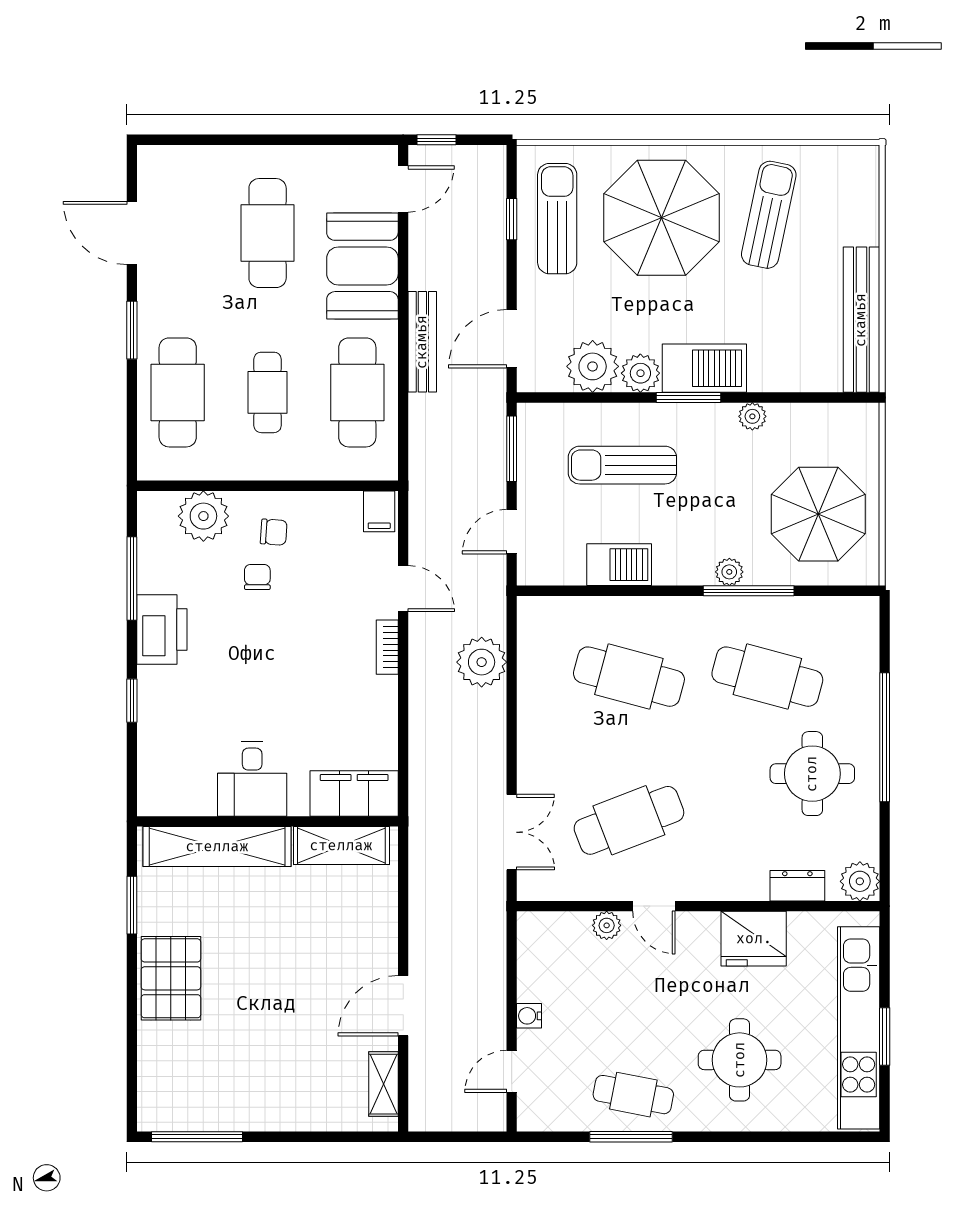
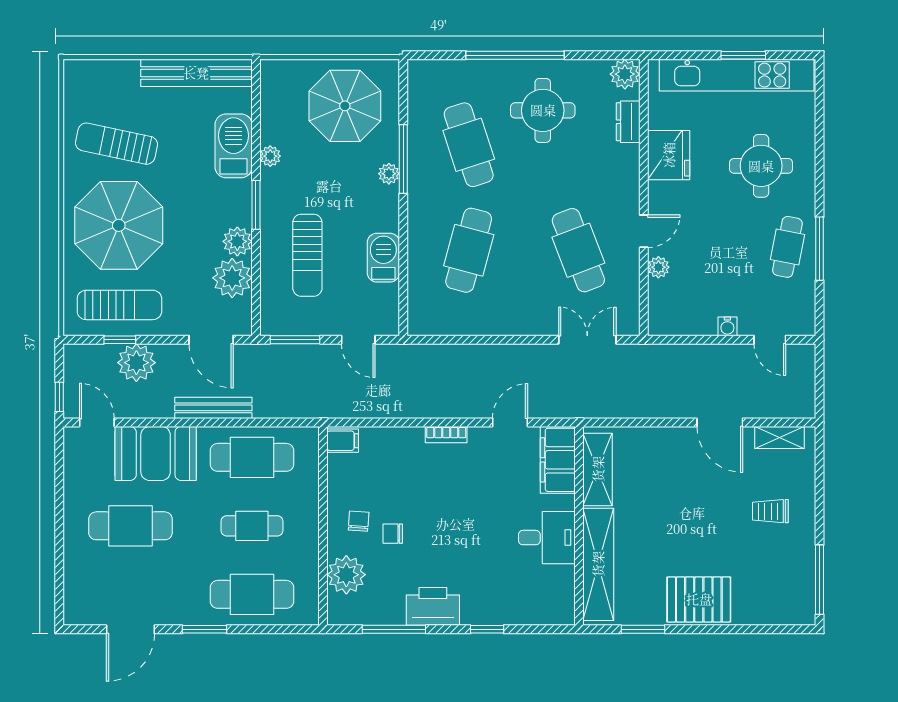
sun lounger: (557, 219) -> (119, 305), turned 180
barbecue: (704, 368) -> (234, 146), moved
door: (403, 589) -> (510, 422), moved
plant: (482, 662) -> (136, 363), moved
cafe table: (767, 677) -> (469, 145), turned -33
trolley: (287, 1072) -> (770, 511), added

